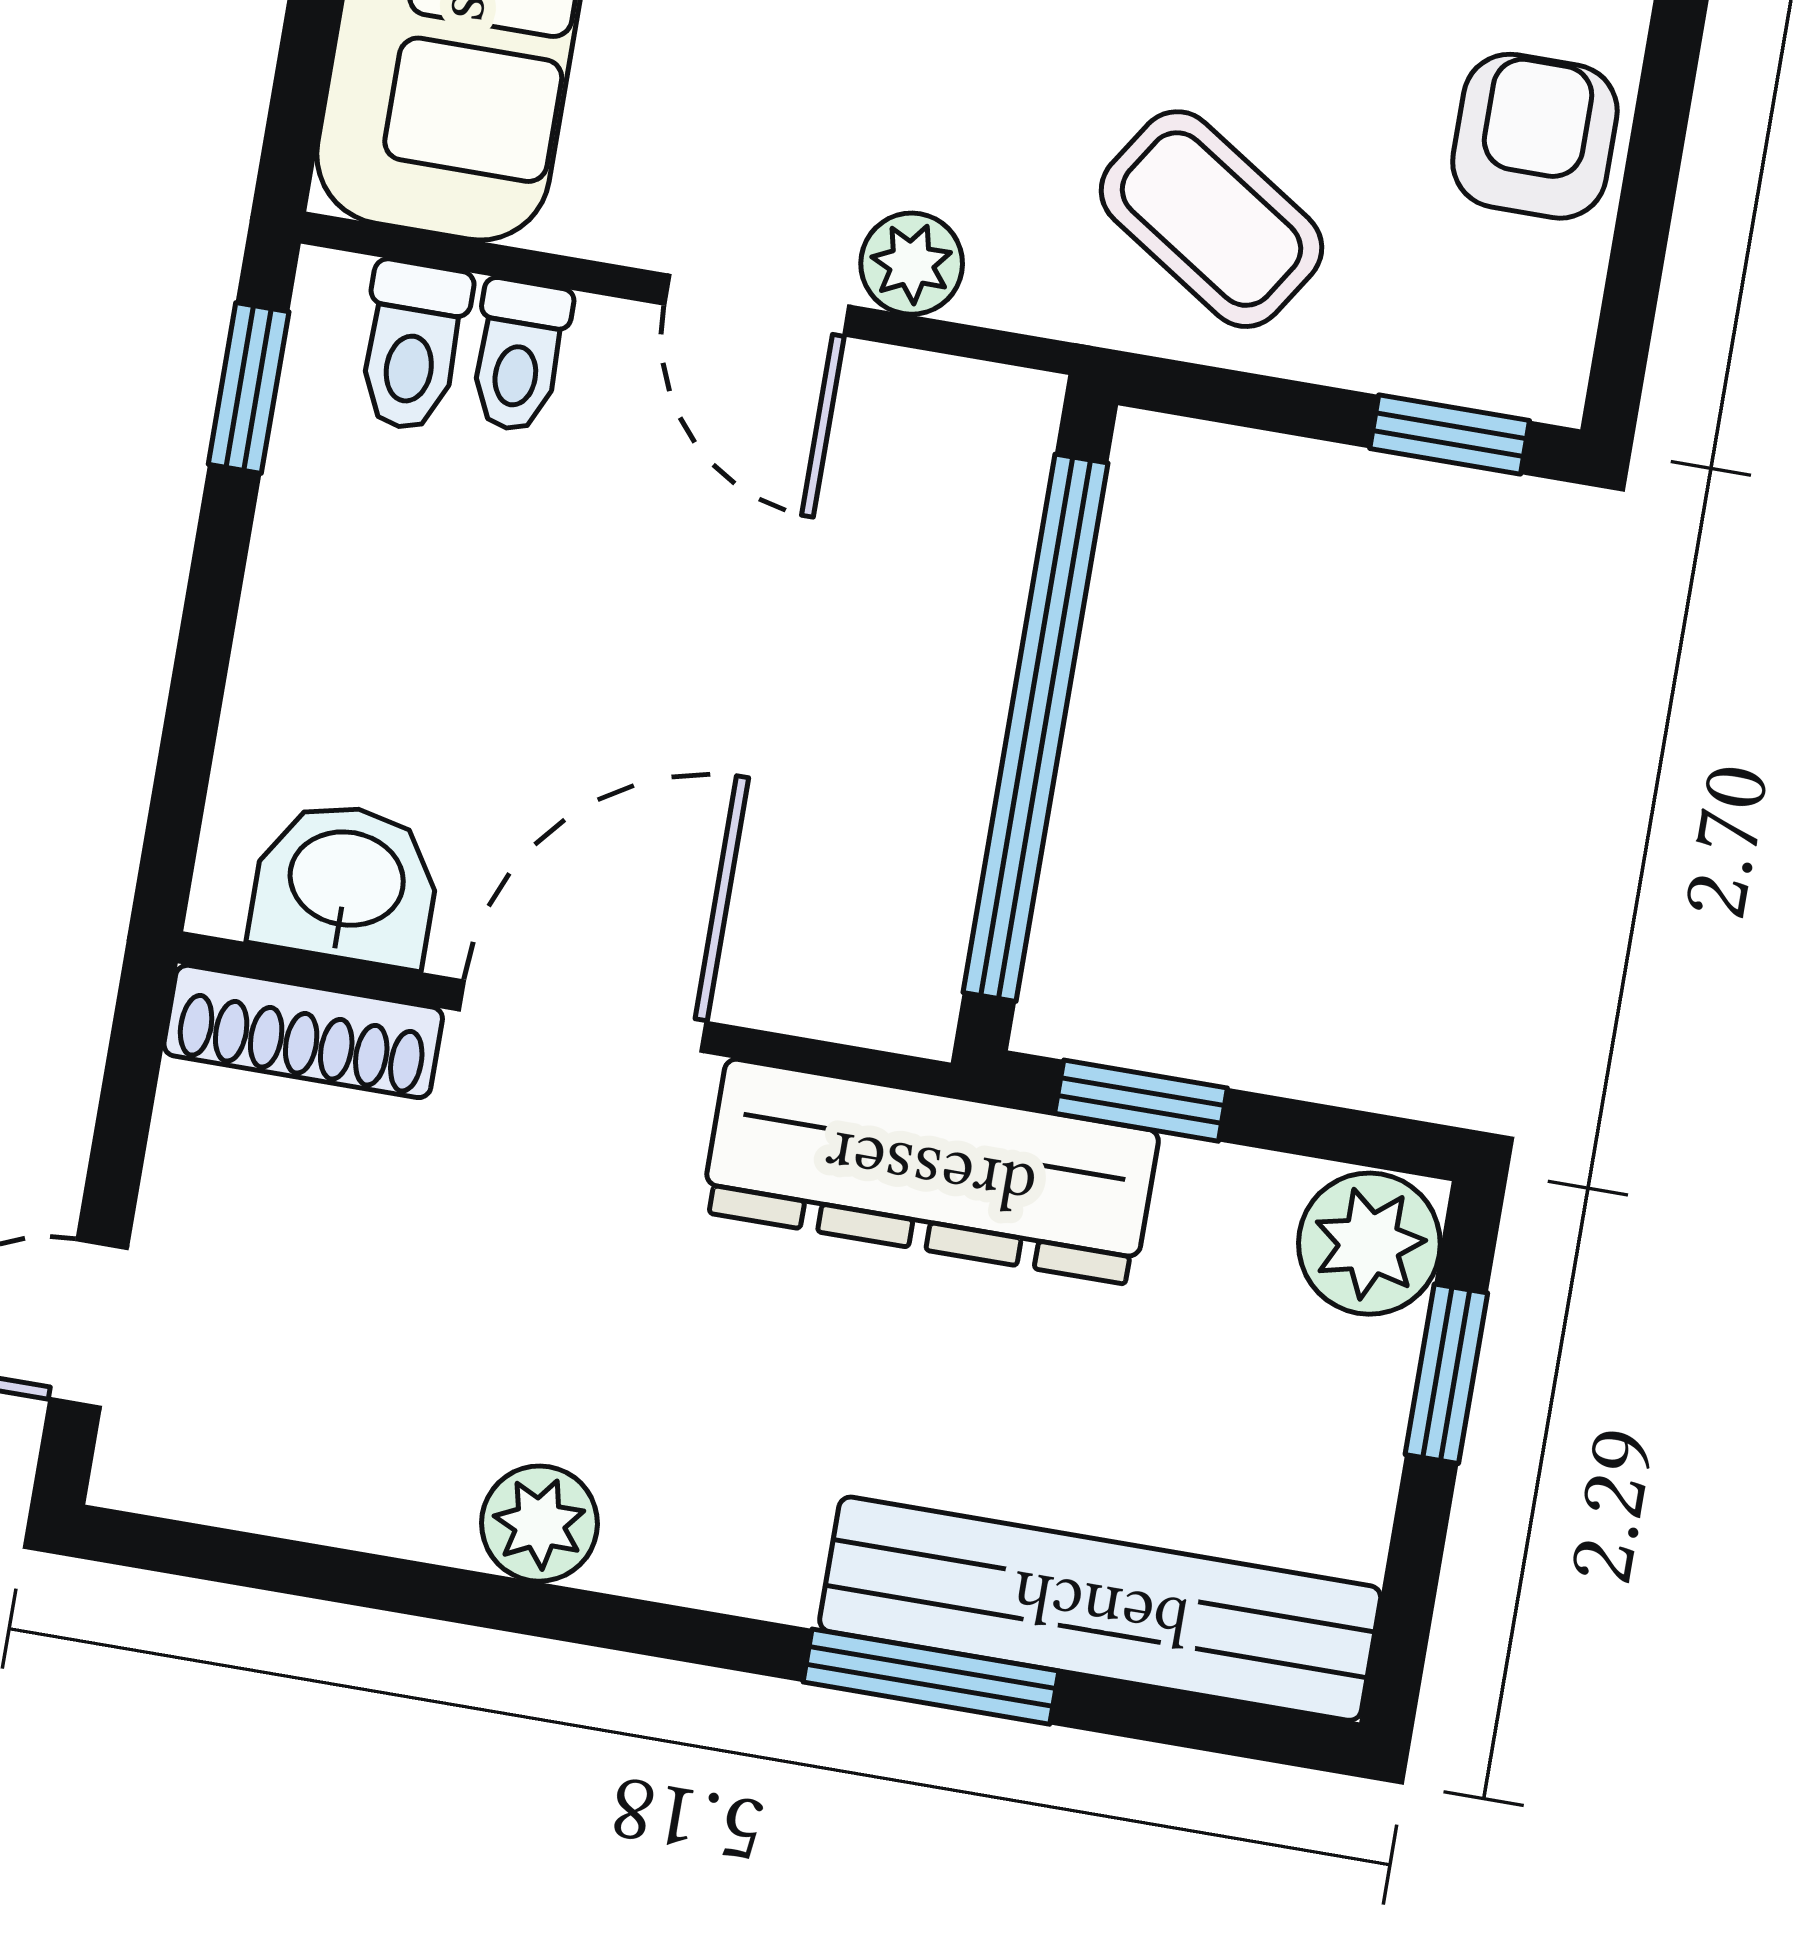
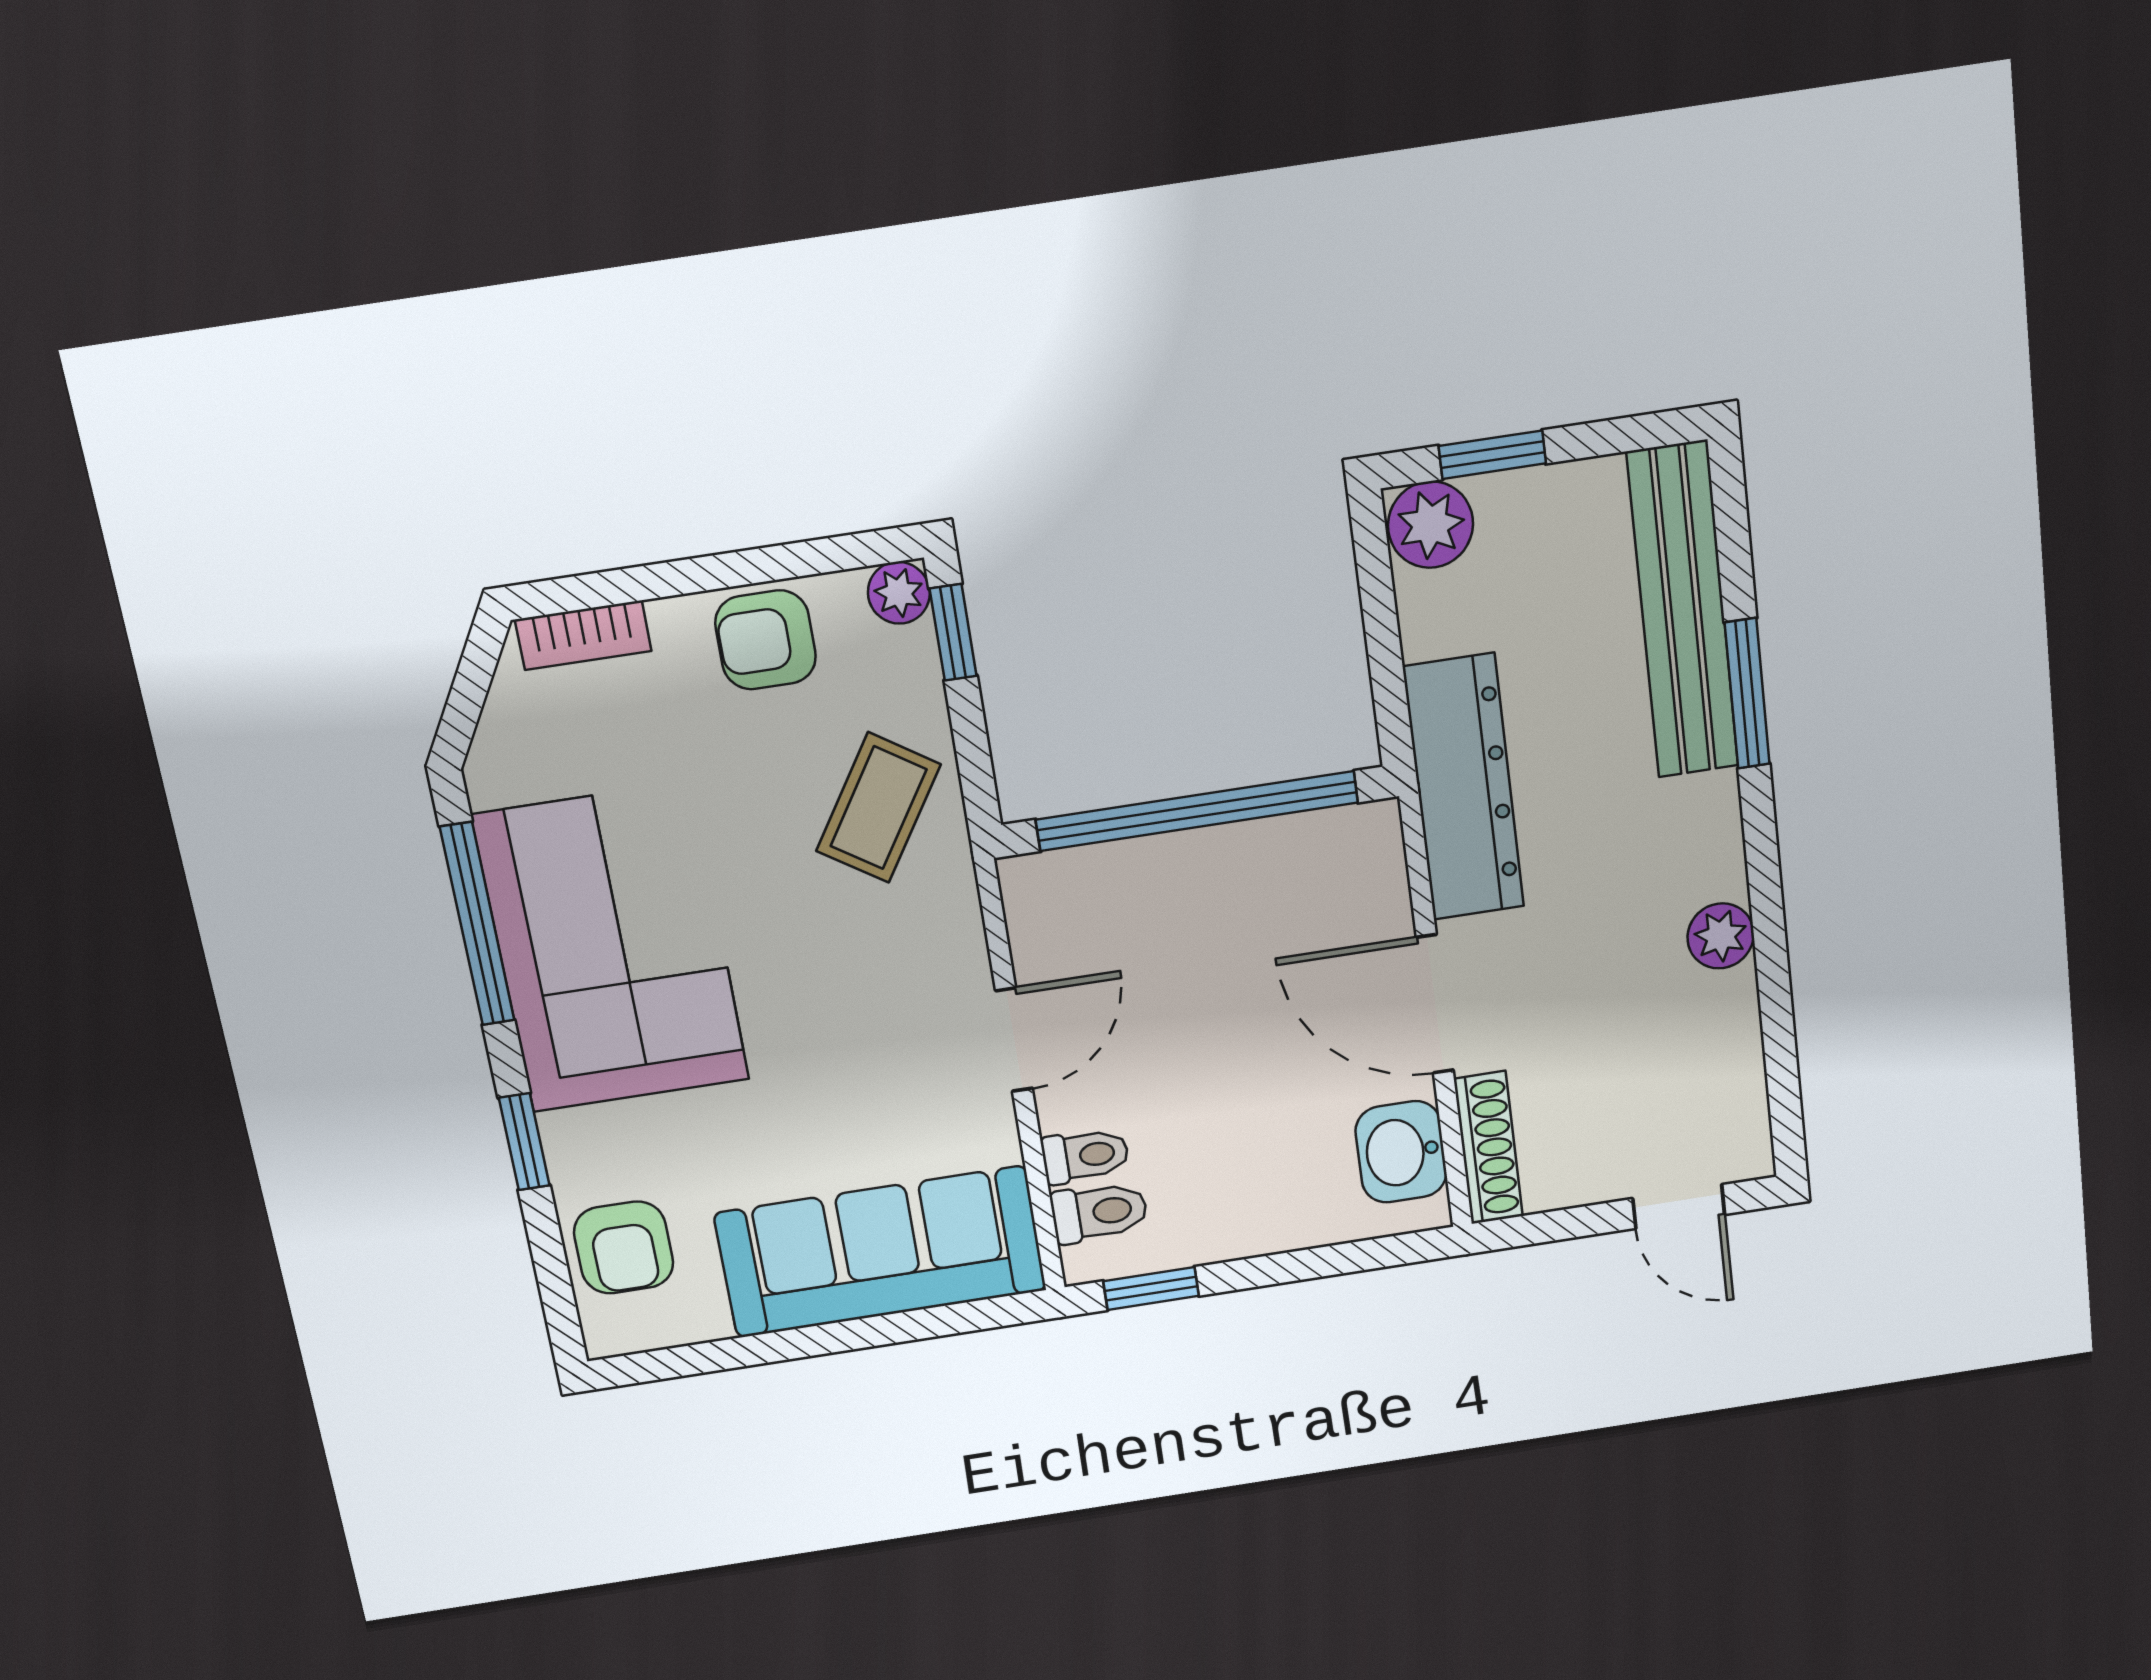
plant: (912, 264) -> (899, 593), moved
window: (1141, 1101) -> (1388, 683), removed

